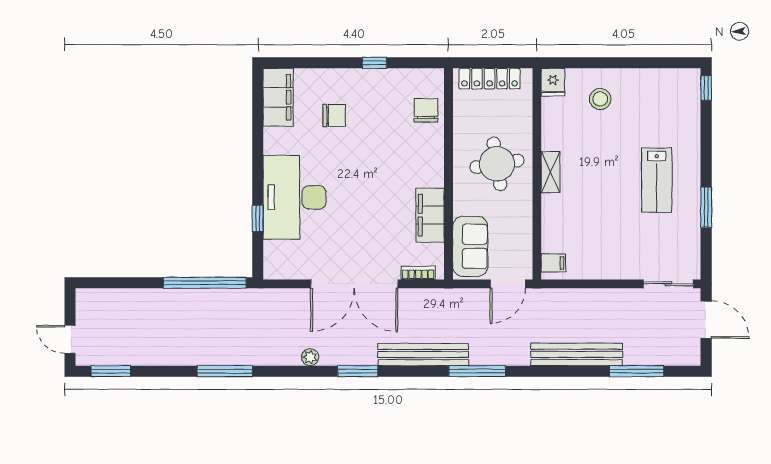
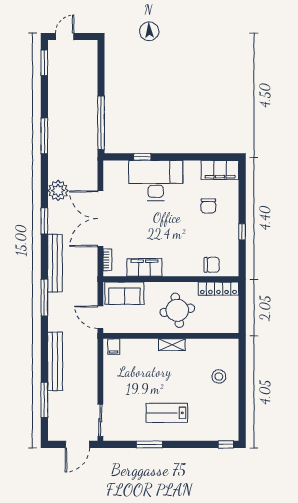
locker: (490, 79) -> (218, 289), moved, turned -90
fridge: (553, 82) -> (230, 346), removed
plant: (310, 357) -> (58, 191), width x1.87, depth x1.87

